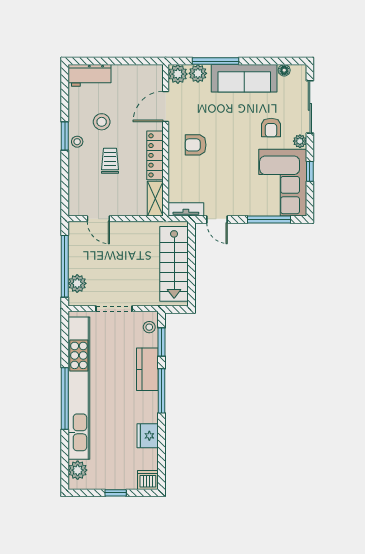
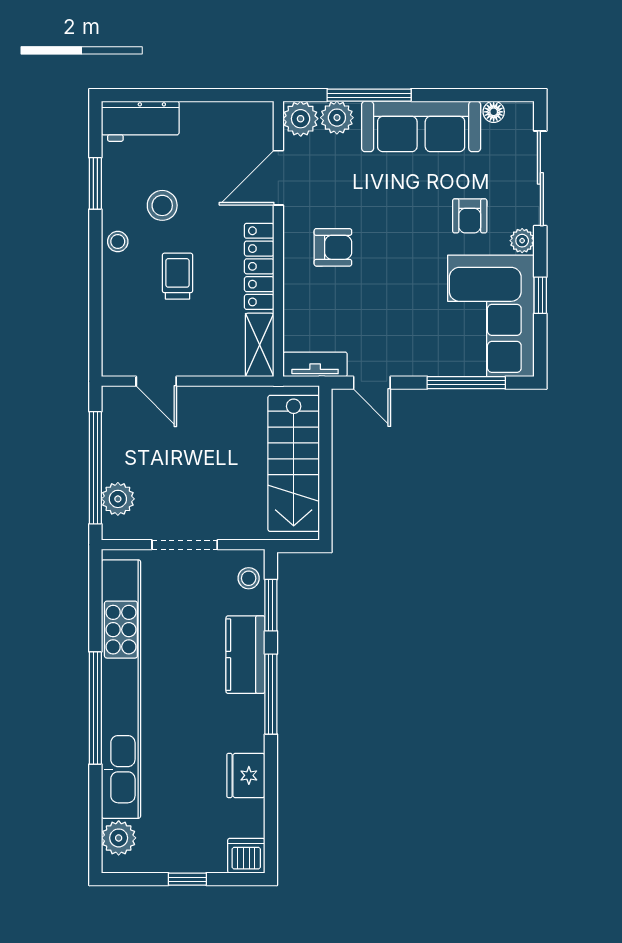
window: (65, 136) -> (95, 183), moved
armchair: (196, 145) -> (333, 247), turned 180

